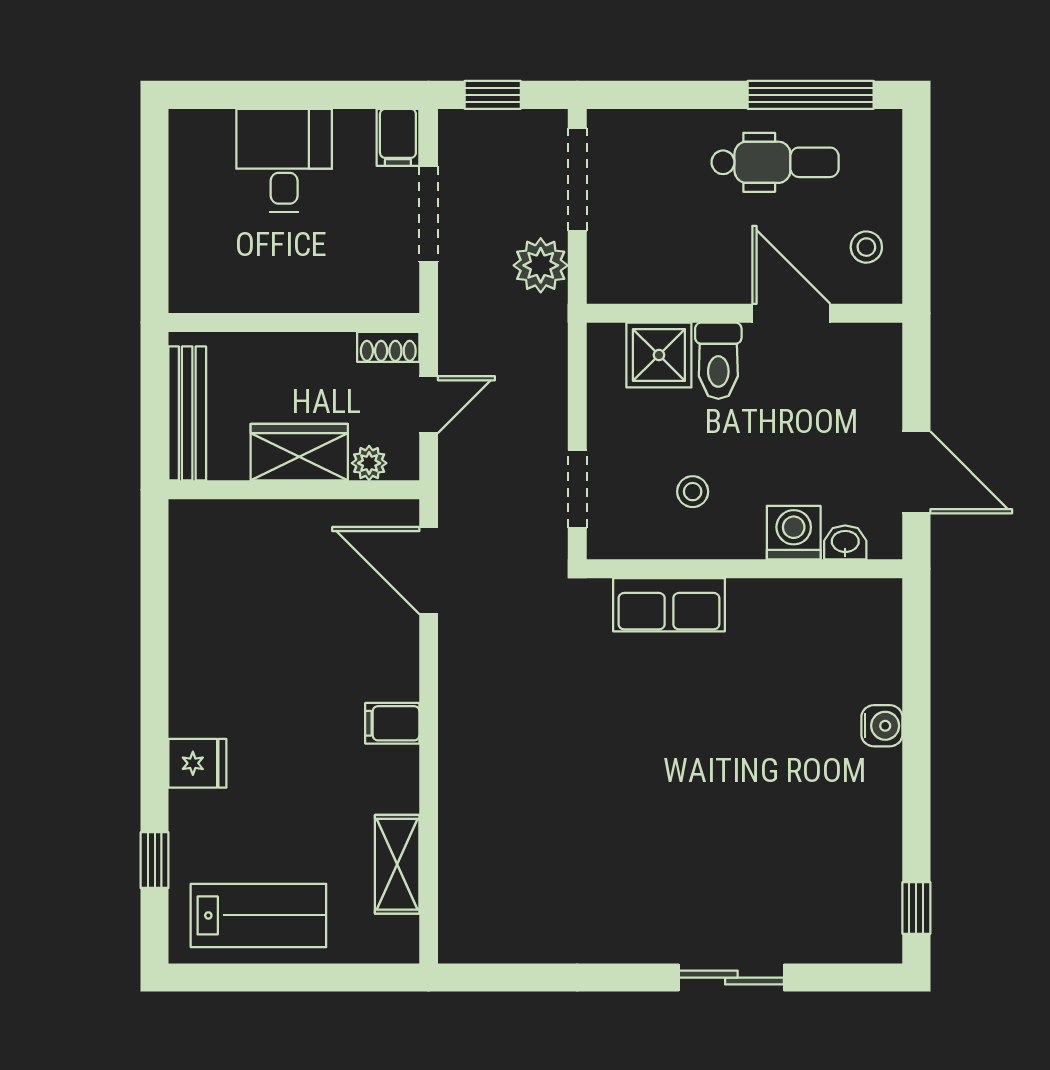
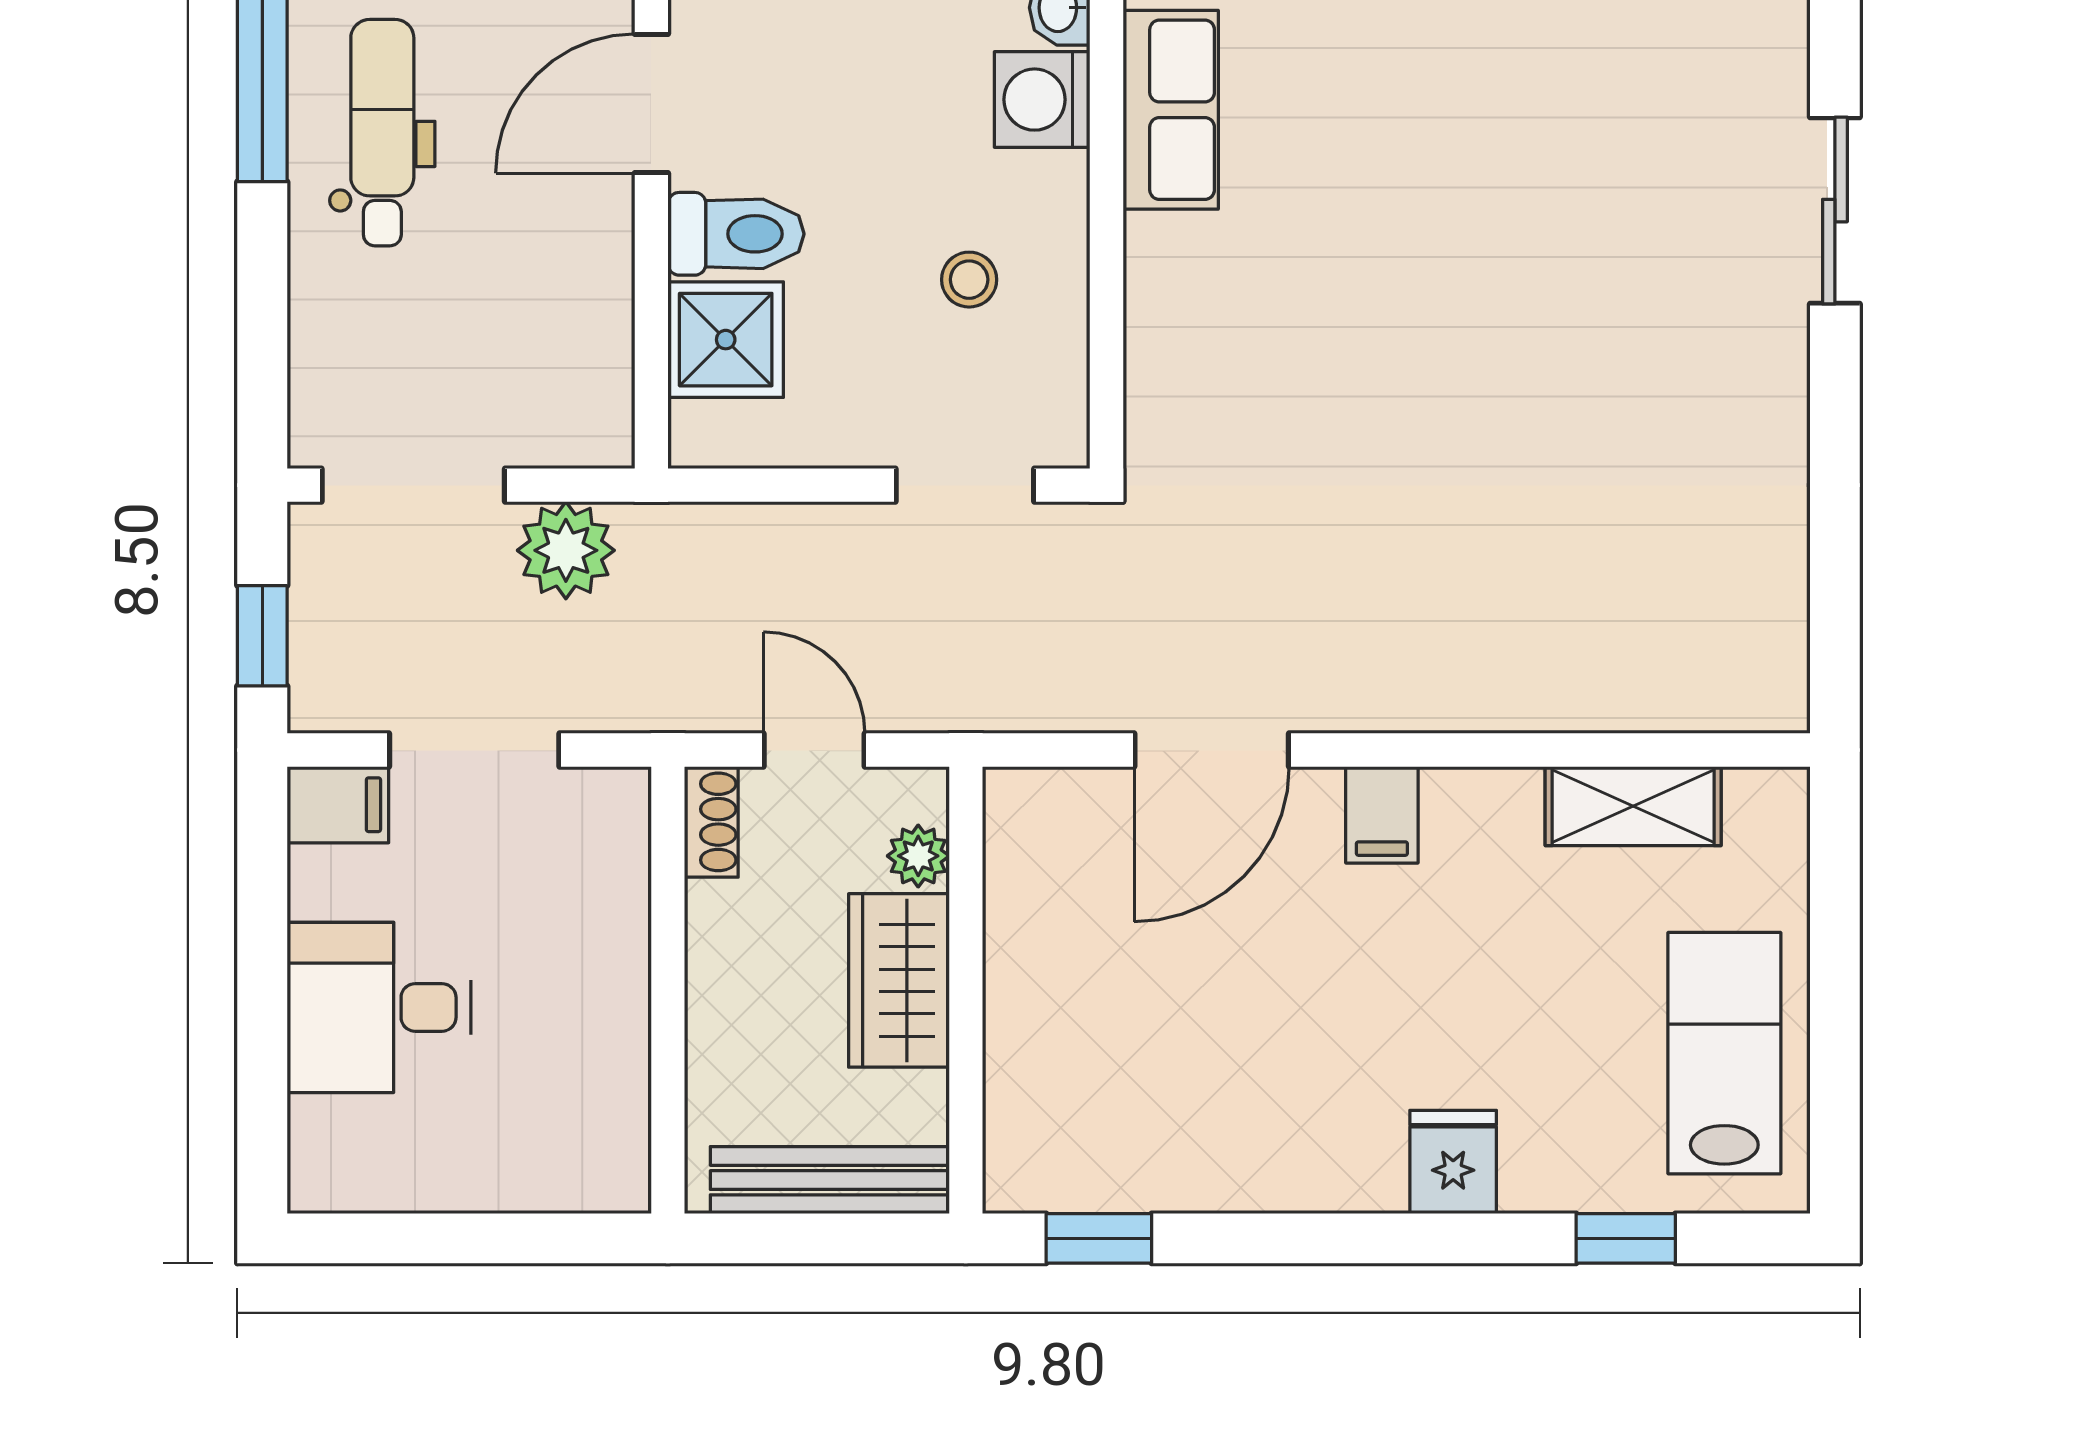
window: (155, 564) -> (1099, 1238), added
door: (429, 571) -> (1212, 750), moved
row of seats: (669, 605) -> (1171, 110), moved

